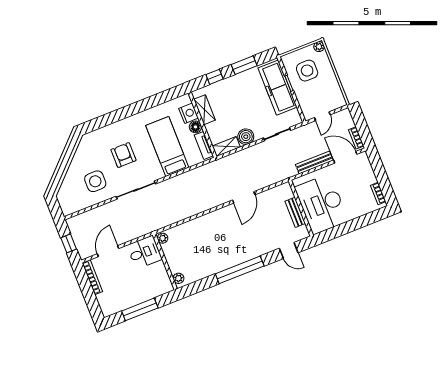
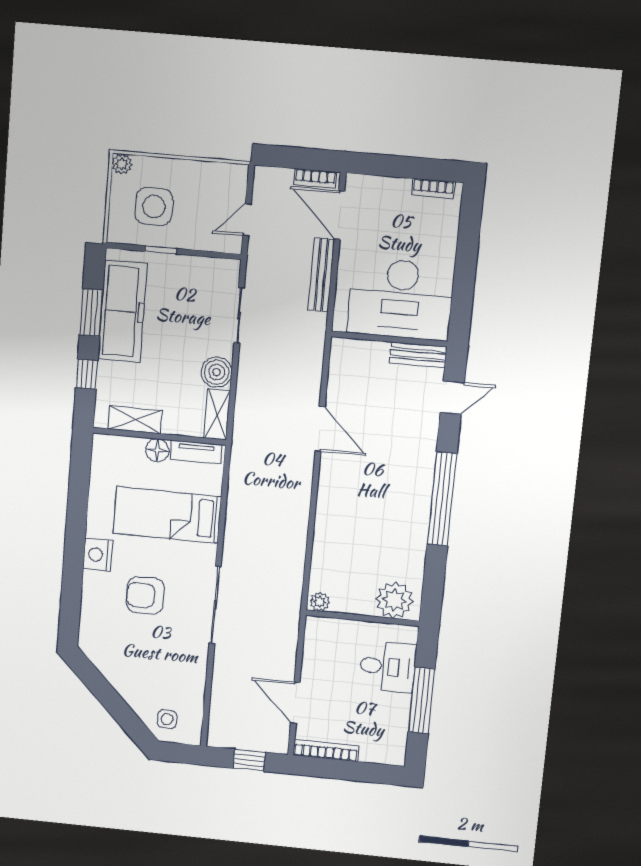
freezer: (278, 88) -> (122, 311), moved, turned -90
nightstand: (189, 113) -> (98, 555), moved, turned -90
door: (322, 116) -> (247, 220), swing flipped
door: (345, 157) -> (339, 215), hinge flipped
side table: (95, 181) -> (167, 719), moved, width x0.54, depth x0.54
bench: (295, 212) -> (418, 355), moved
desk: (144, 252) -> (388, 667), moved, turned 90
plant: (179, 278) -> (394, 600), width x1.87, depth x1.87

